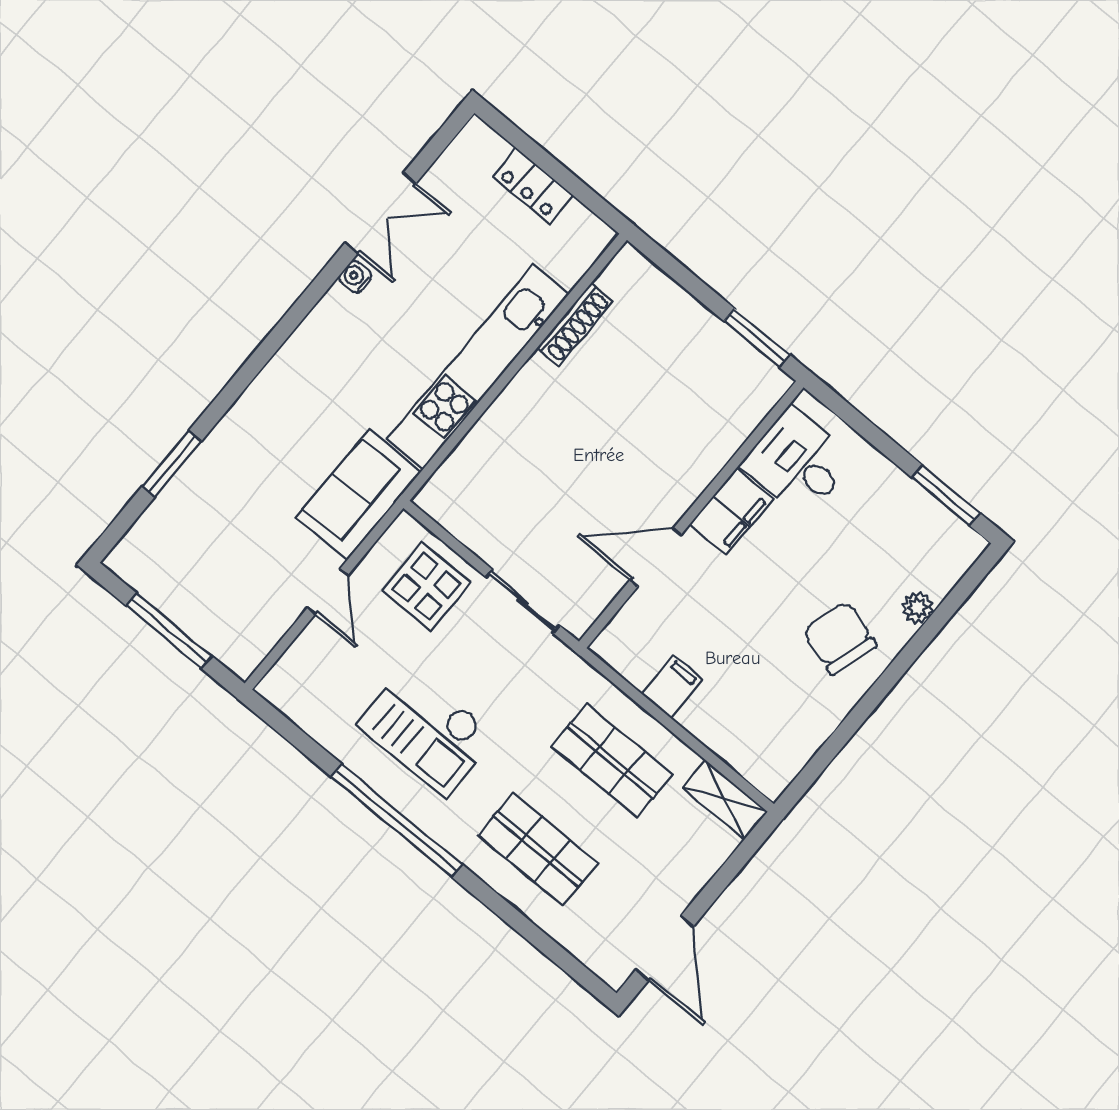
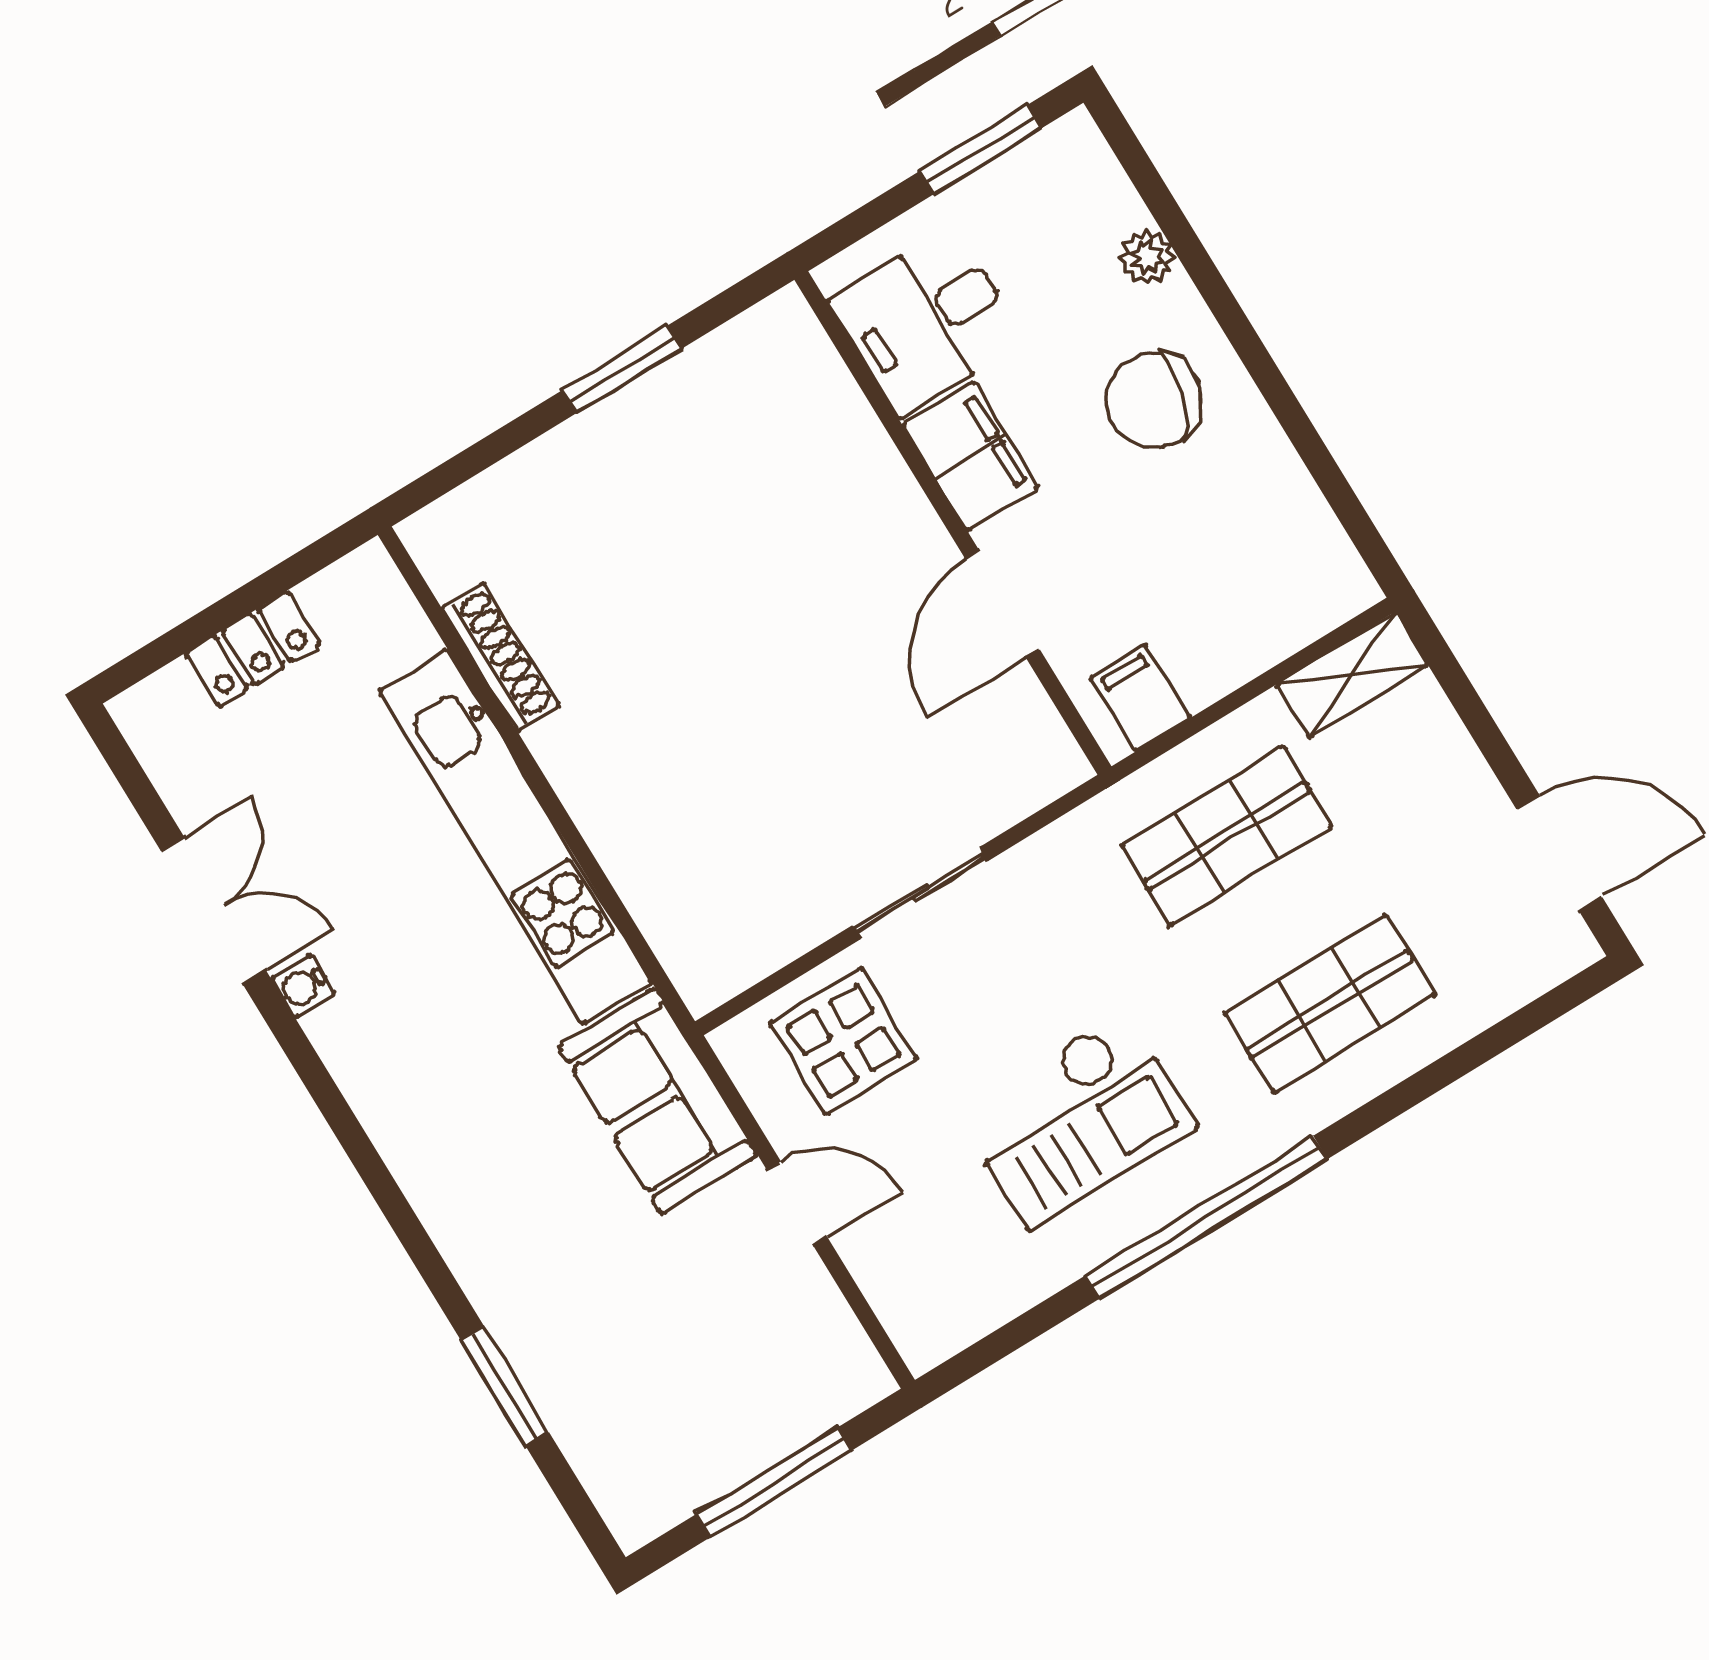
desk: (798, 462) -> (927, 321), moved
filing cabinet: (732, 512) -> (970, 456), moved
wall: (691, 514) -> (953, 523), moved
door: (656, 557) -> (1003, 604), moved

